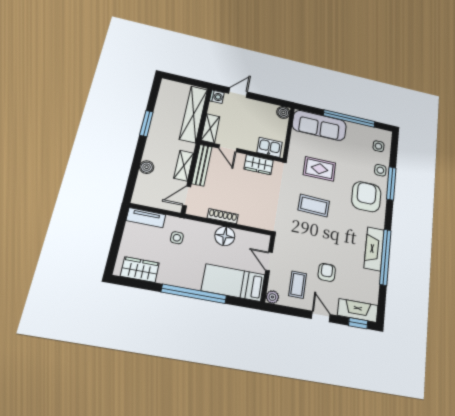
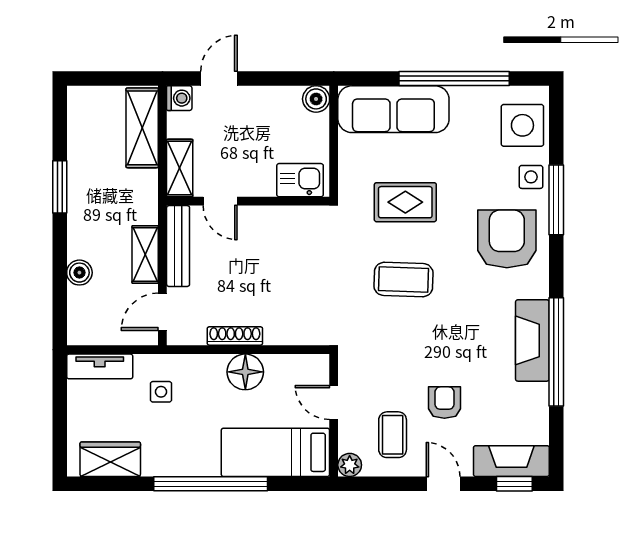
shelving: (194, 114) -> (142, 128), width x0.68
side table: (378, 146) -> (522, 125), width x1.87, depth x1.87
wardrobe: (259, 165) -> (285, 221), removed

